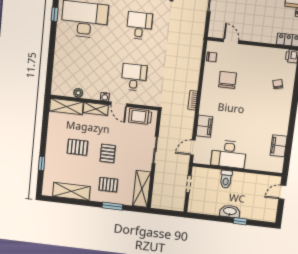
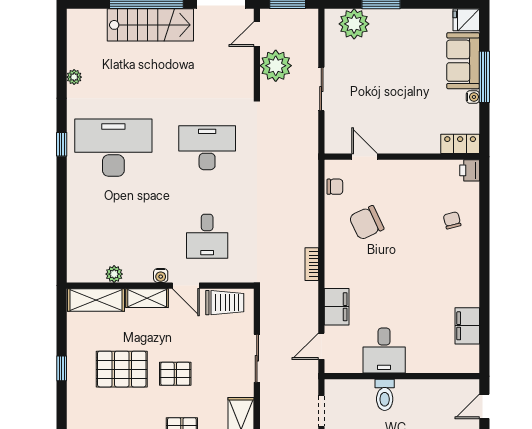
desk: (139, 26) -> (207, 148), width x1.37
desk: (134, 77) -> (207, 236), turned 180
chair: (227, 80) -> (366, 223), turned -115
trolley: (140, 116) -> (225, 303), turned 180
pallet: (77, 147) -> (122, 369), width x1.50, depth x1.42
pallet: (108, 153) -> (175, 374), turned 90
desk: (229, 154) -> (384, 351), width x0.73
window: (42, 163) -> (62, 368), moved

